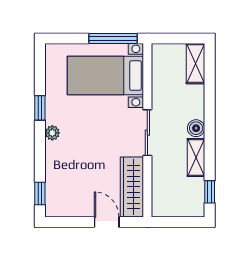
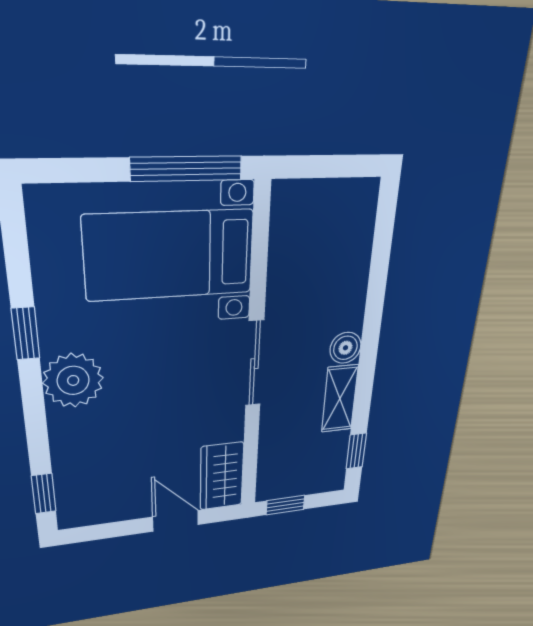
shelving: (196, 64) -> (358, 221), removed
plant: (52, 133) -> (73, 380), width x1.87, depth x1.87
wardrobe: (132, 187) -> (222, 476), width x0.67
window: (170, 222) -> (285, 505), added

